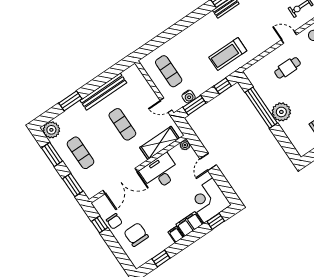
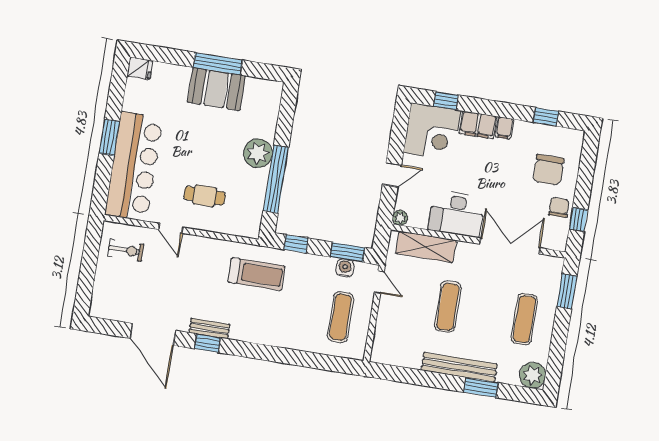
bench: (103, 92) -> (459, 367), moved
window: (52, 154) -> (558, 347), removed

